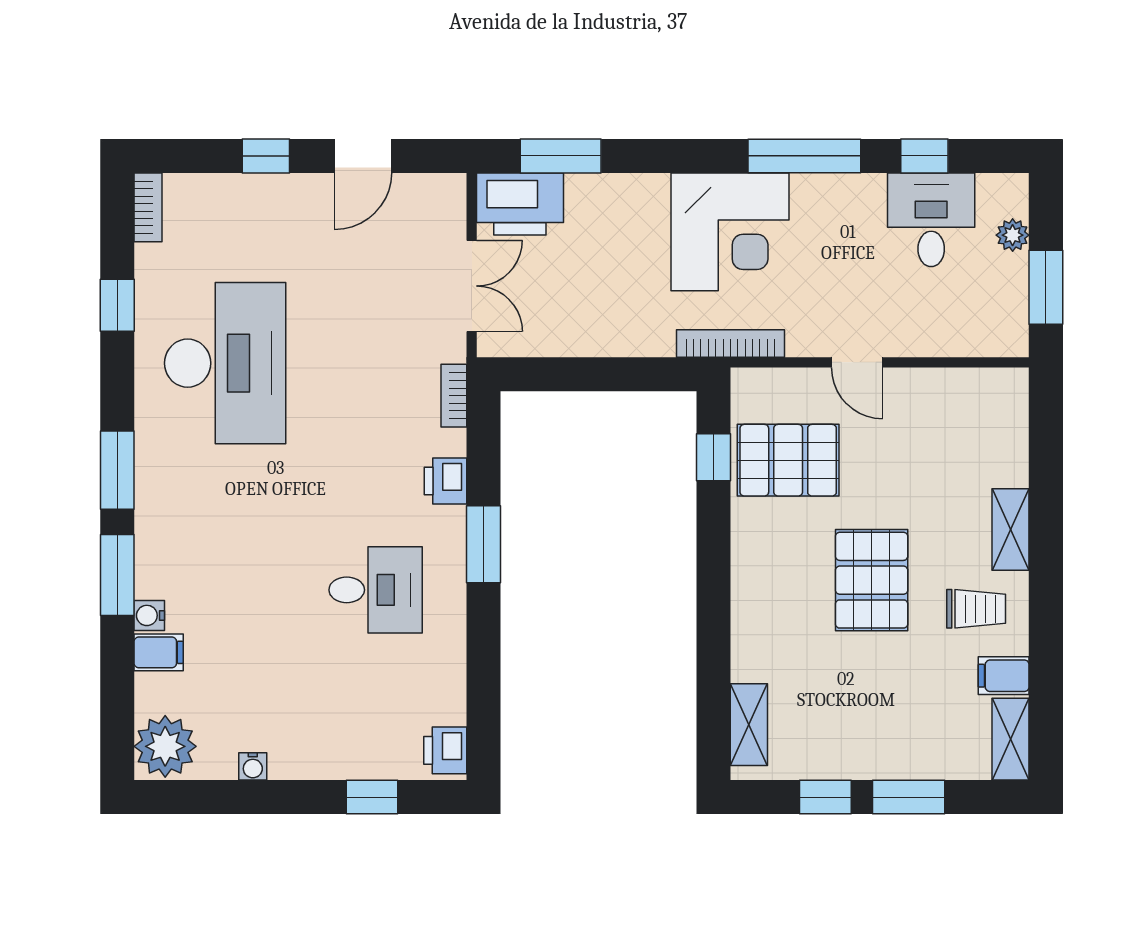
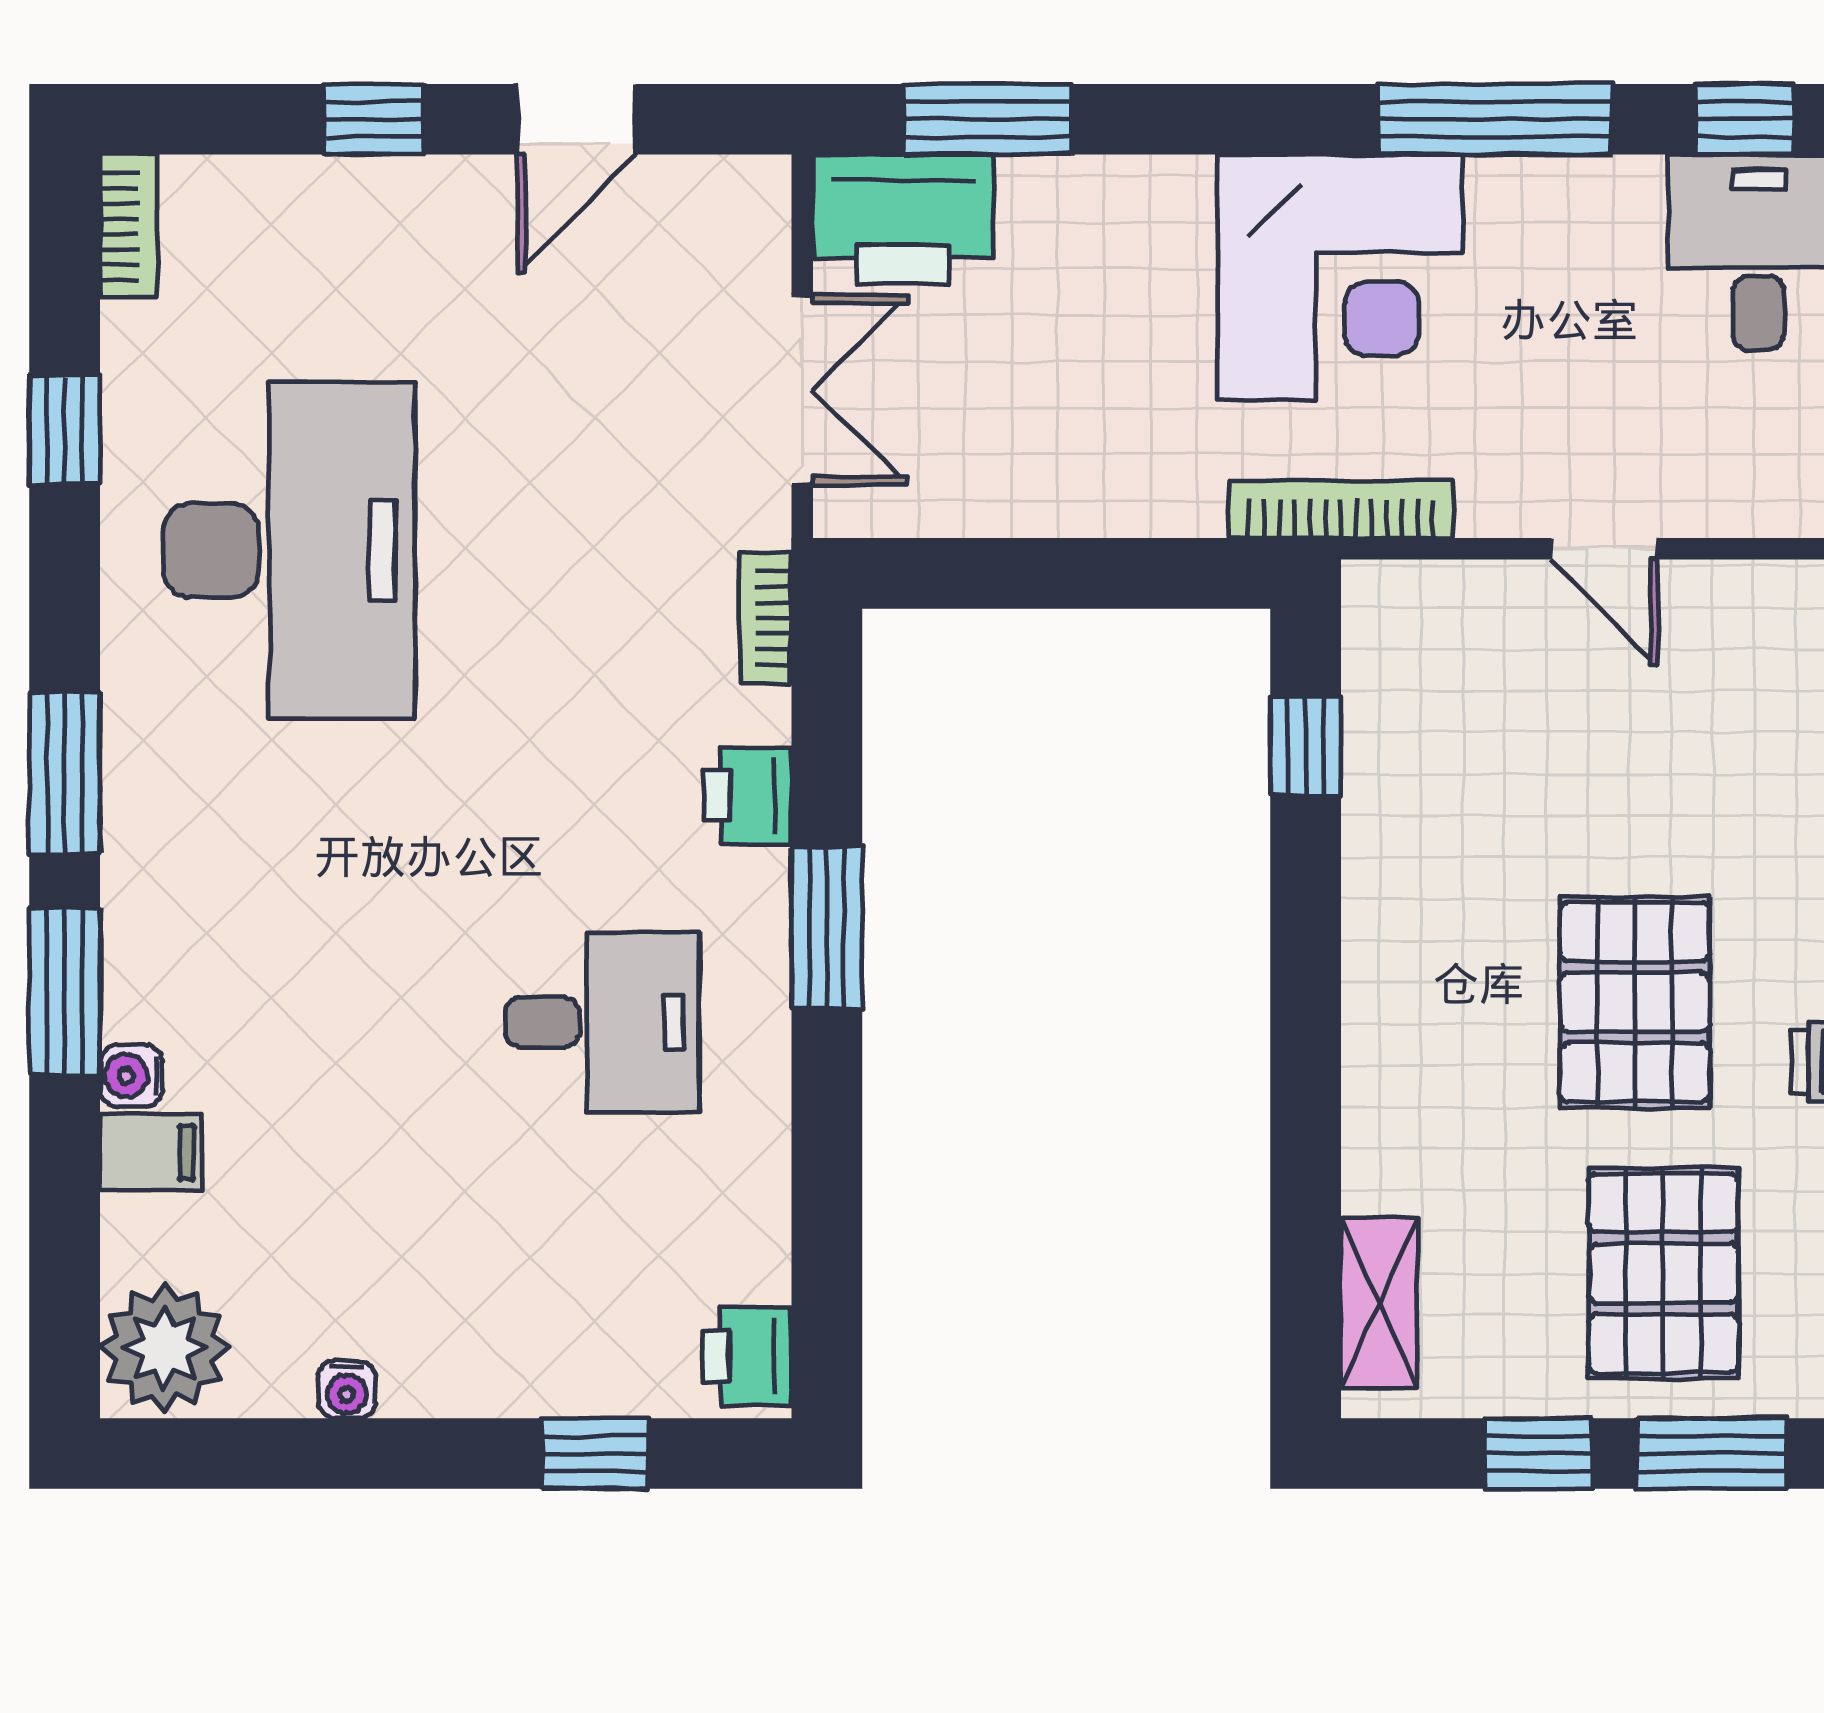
pallet: (788, 460) -> (1663, 1273), moved, turned 90

